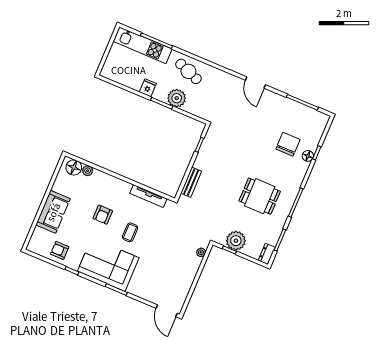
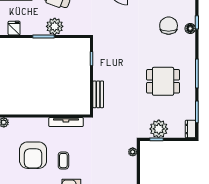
fridge: (148, 88) -> (14, 28), moved
armchair: (103, 215) -> (33, 155), width x1.88, depth x1.88

